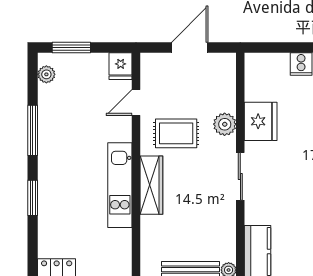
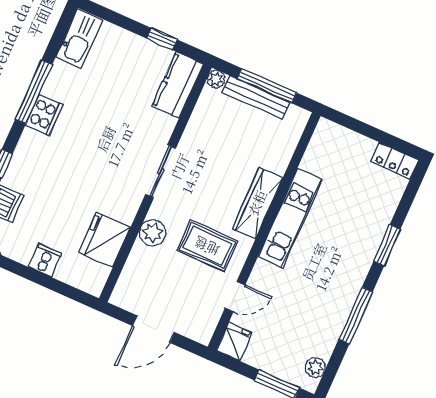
fridge: (261, 121) -> (105, 240), moved

